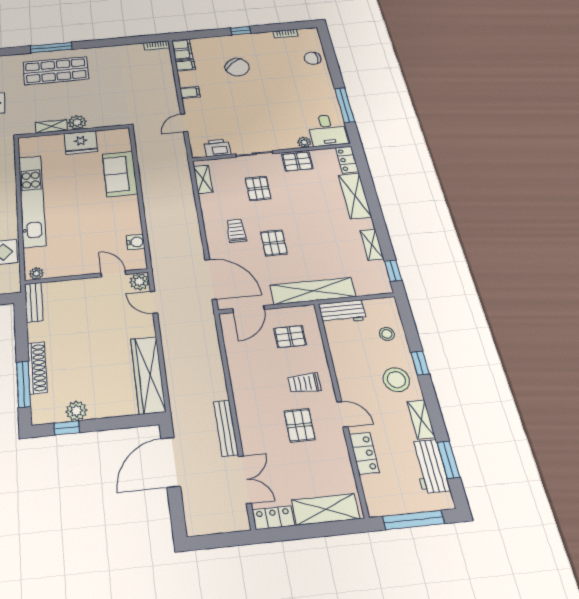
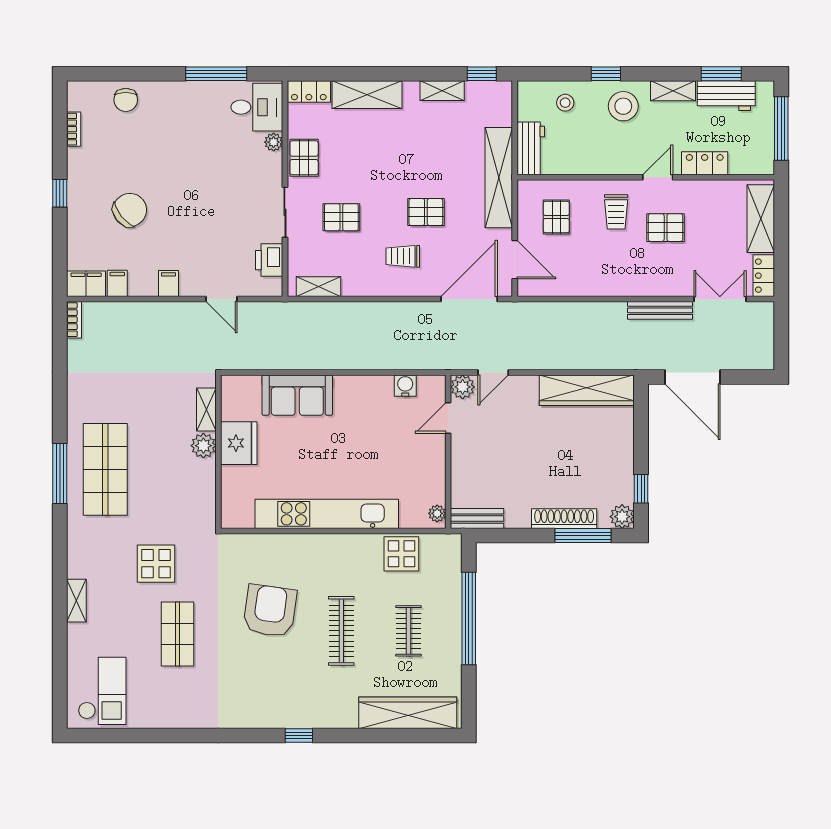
shelving: (51, 126) -> (206, 410), moved
plant: (76, 411) -> (622, 517), moved

